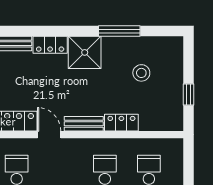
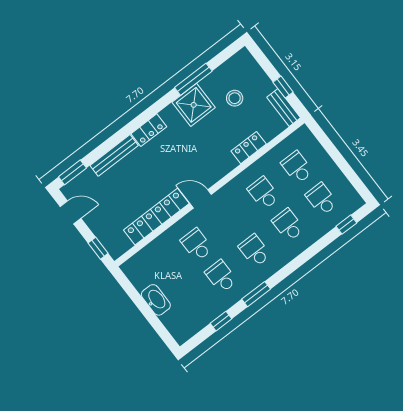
shower: (85, 52) -> (194, 105), moved
bench: (84, 124) -> (284, 107), moved, turned 90

